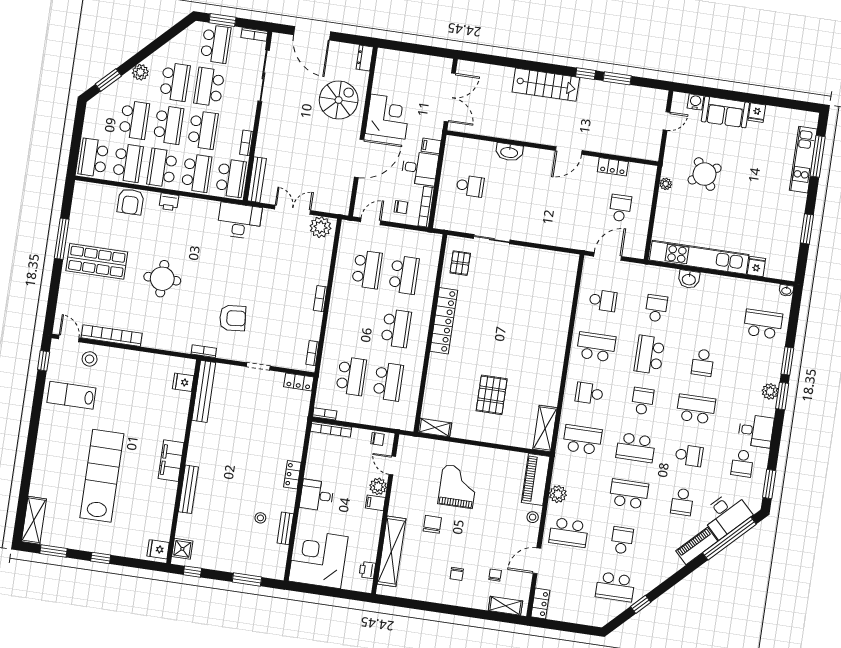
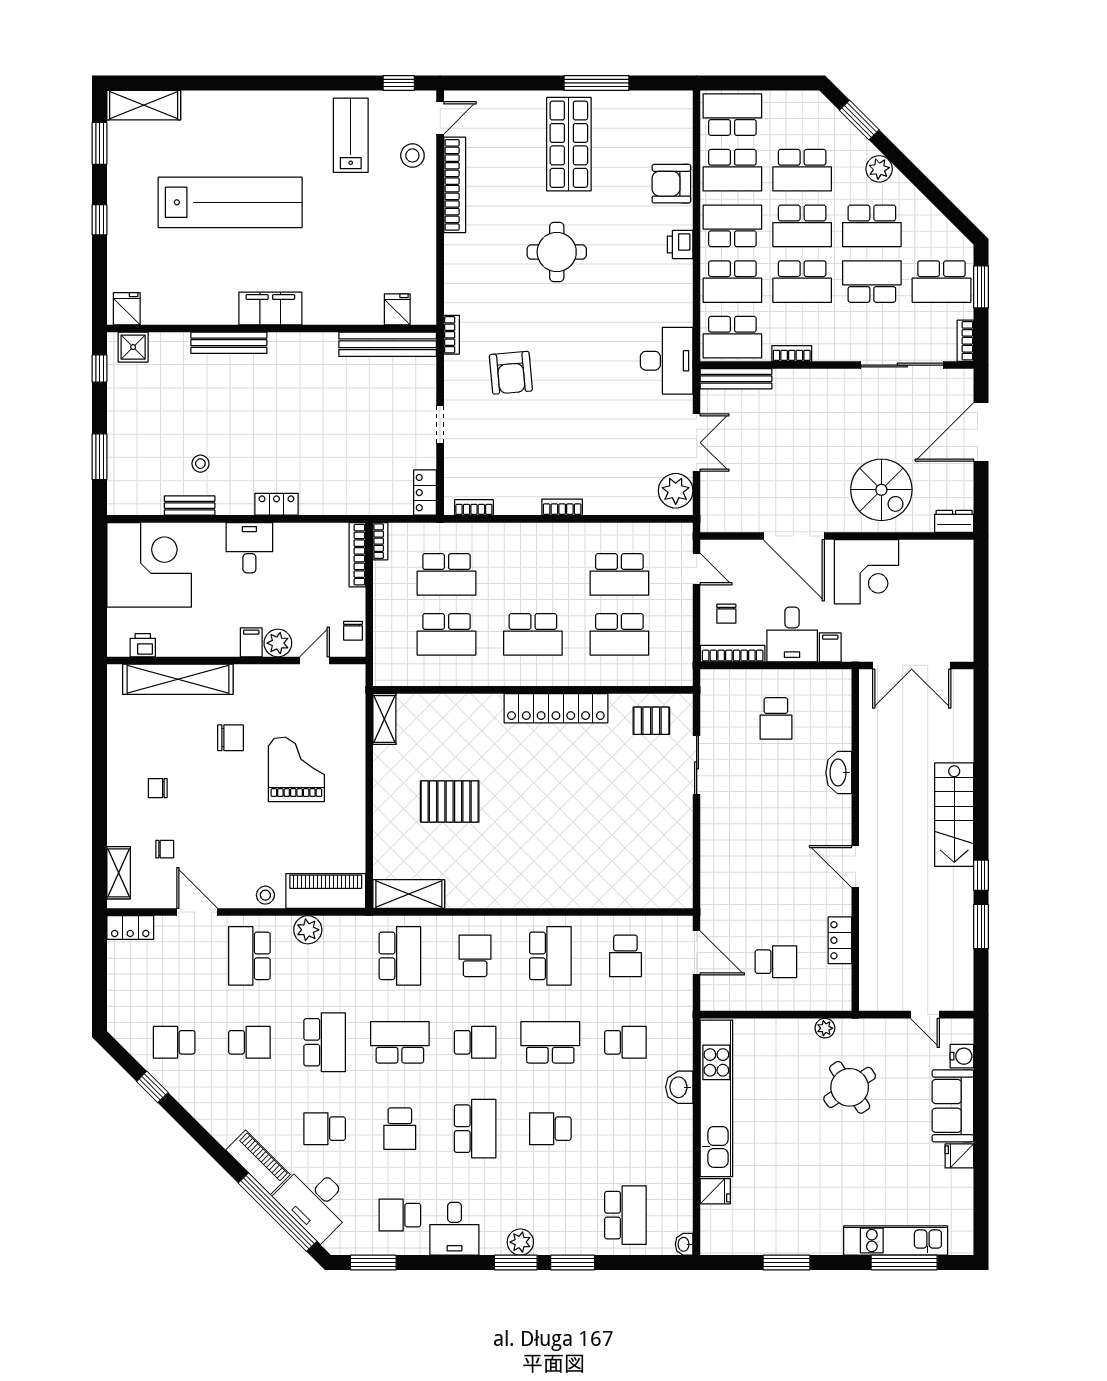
school desk: (636, 448) -> (400, 1042), turned 90
grand piano: (458, 486) -> (296, 769), turned -90
school desk: (615, 587) -> (174, 1042), width x0.54

